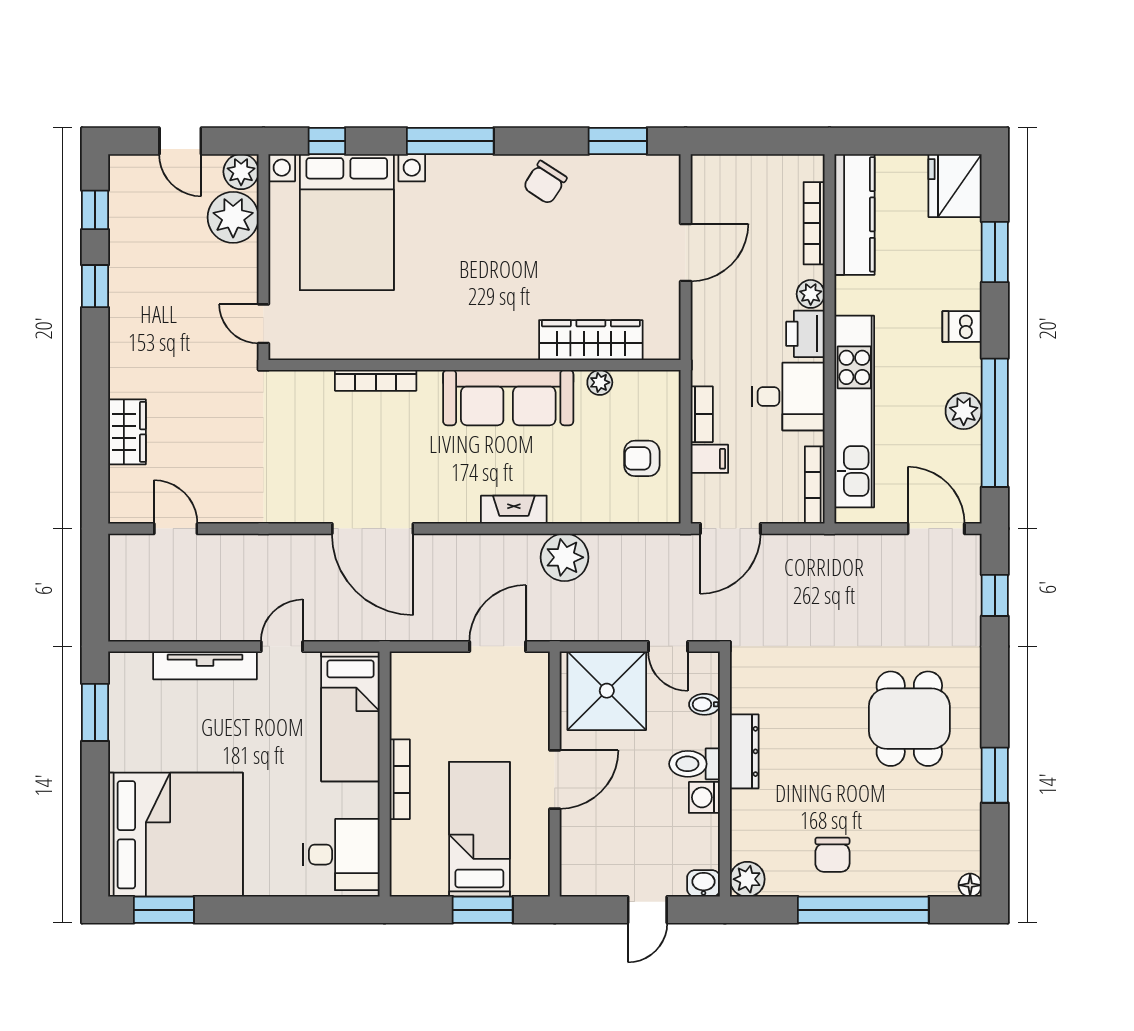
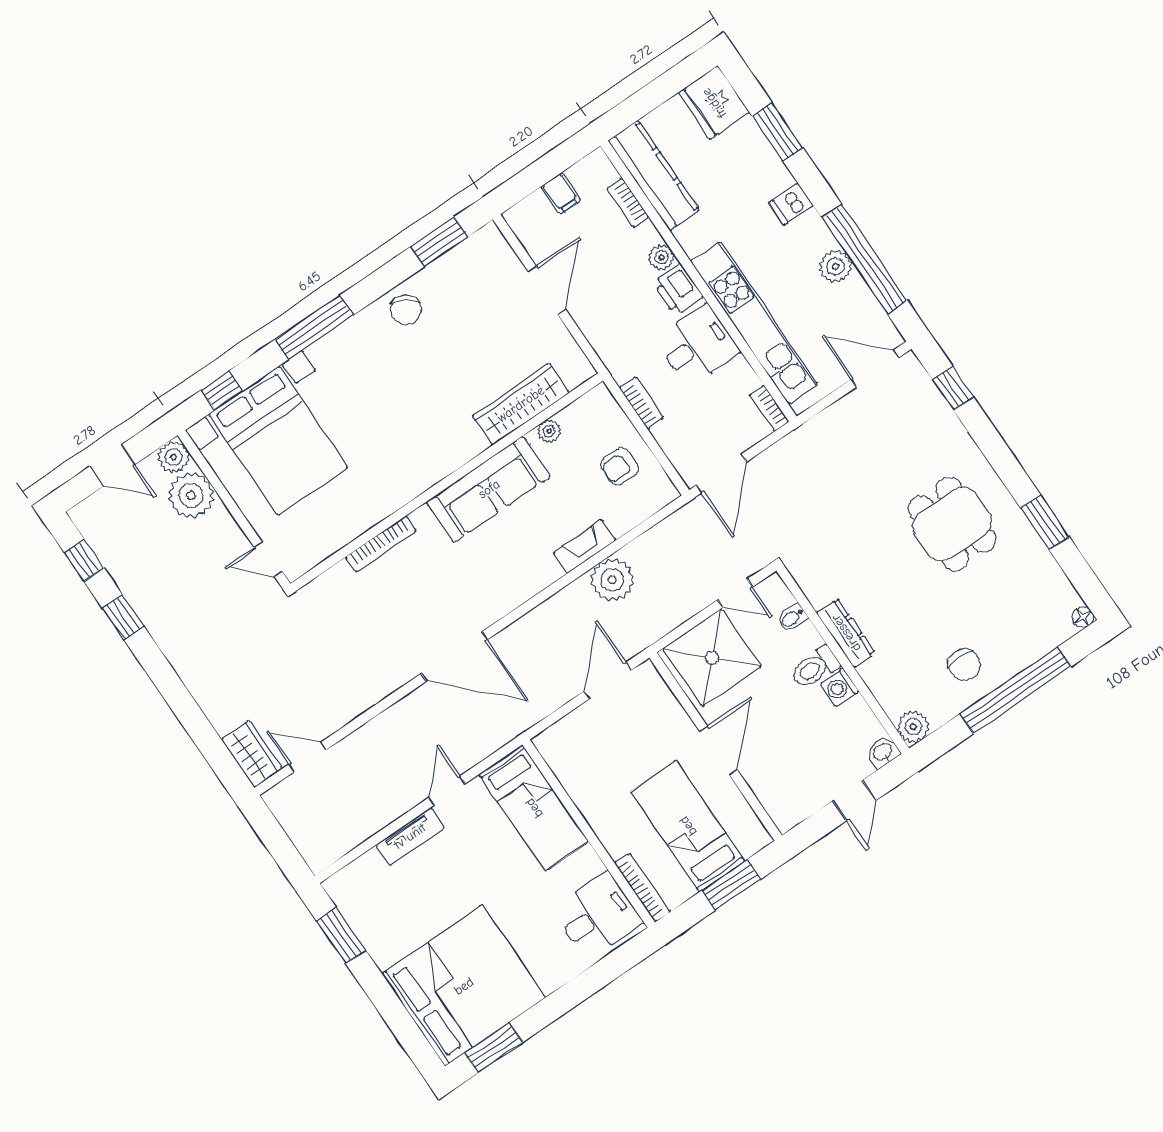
bookcase: (814, 223) -> (628, 203), width x0.64
wardrobe: (127, 432) -> (252, 754), moved
filing cabinet: (709, 459) -> (561, 193), moved, turned 90
bookcase: (815, 485) -> (769, 408), width x0.64
fireplace: (514, 510) -> (585, 546), moved
tv unit: (205, 665) -> (410, 836), width x0.71
bookcase: (400, 779) -> (642, 888), moved

